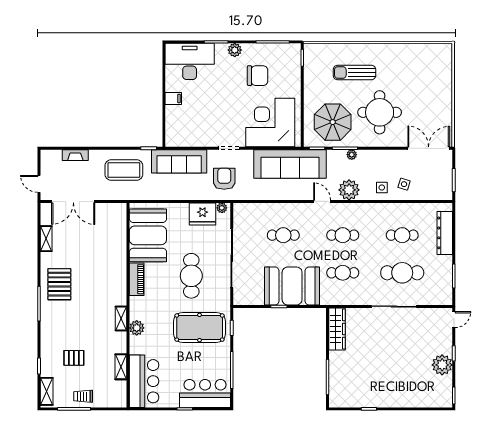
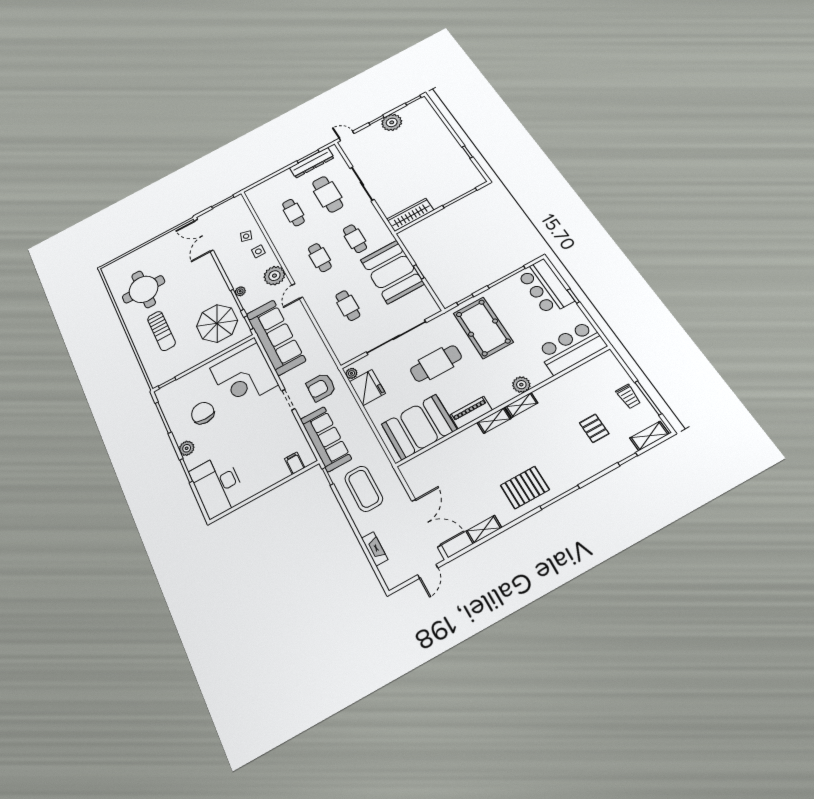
filing cabinet: (173, 98) -> (295, 463), moved
round table: (380, 112) -> (144, 289), moved
dresser: (445, 233) -> (312, 163), moved
shelving: (121, 367) -> (494, 420), moved

